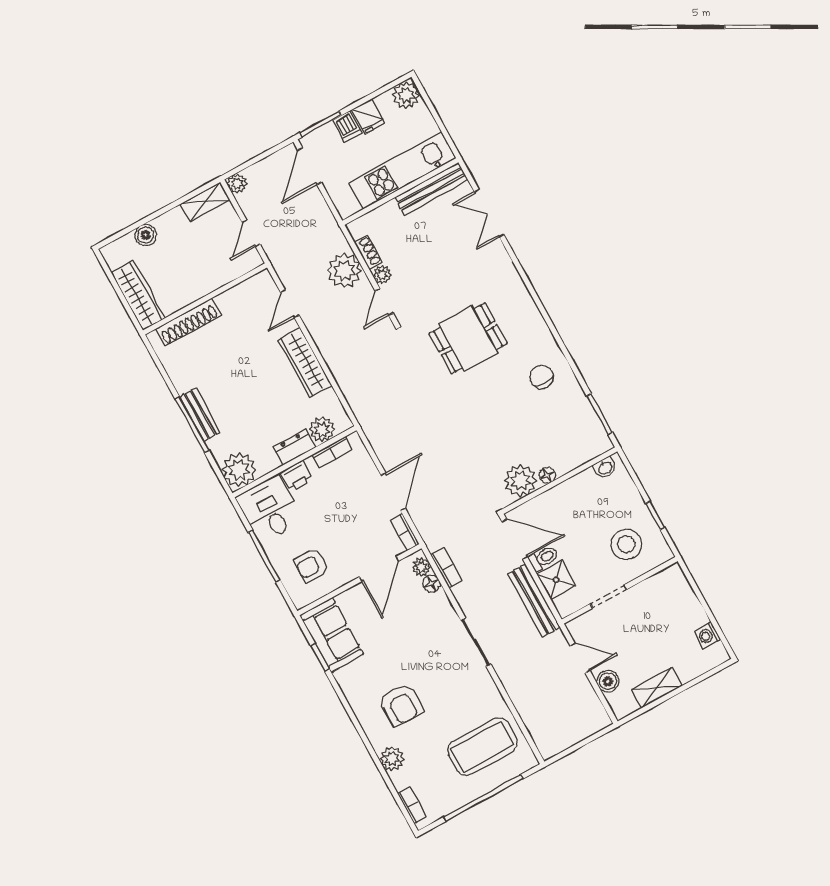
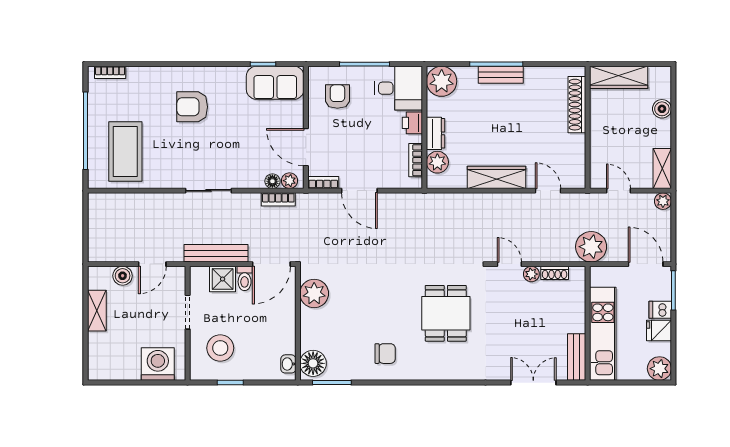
bench: (432, 189) -> (577, 357), width x0.73
plant: (344, 271) -> (591, 247), moved
floor lamp: (547, 475) -> (313, 363), moved, width x1.89, depth x1.89
washing machine: (707, 635) -> (158, 364), moved, width x1.89, depth x1.89
plant: (392, 759) -> (154, 77), removed

